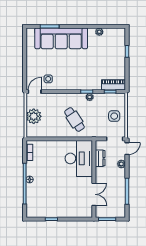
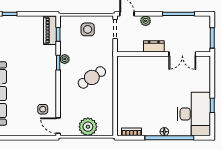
desk: (79, 158) -> (194, 114), moved, turned 90
dresser: (100, 158) -> (154, 46), moved
double door: (94, 194) -> (182, 54), swing flipped

